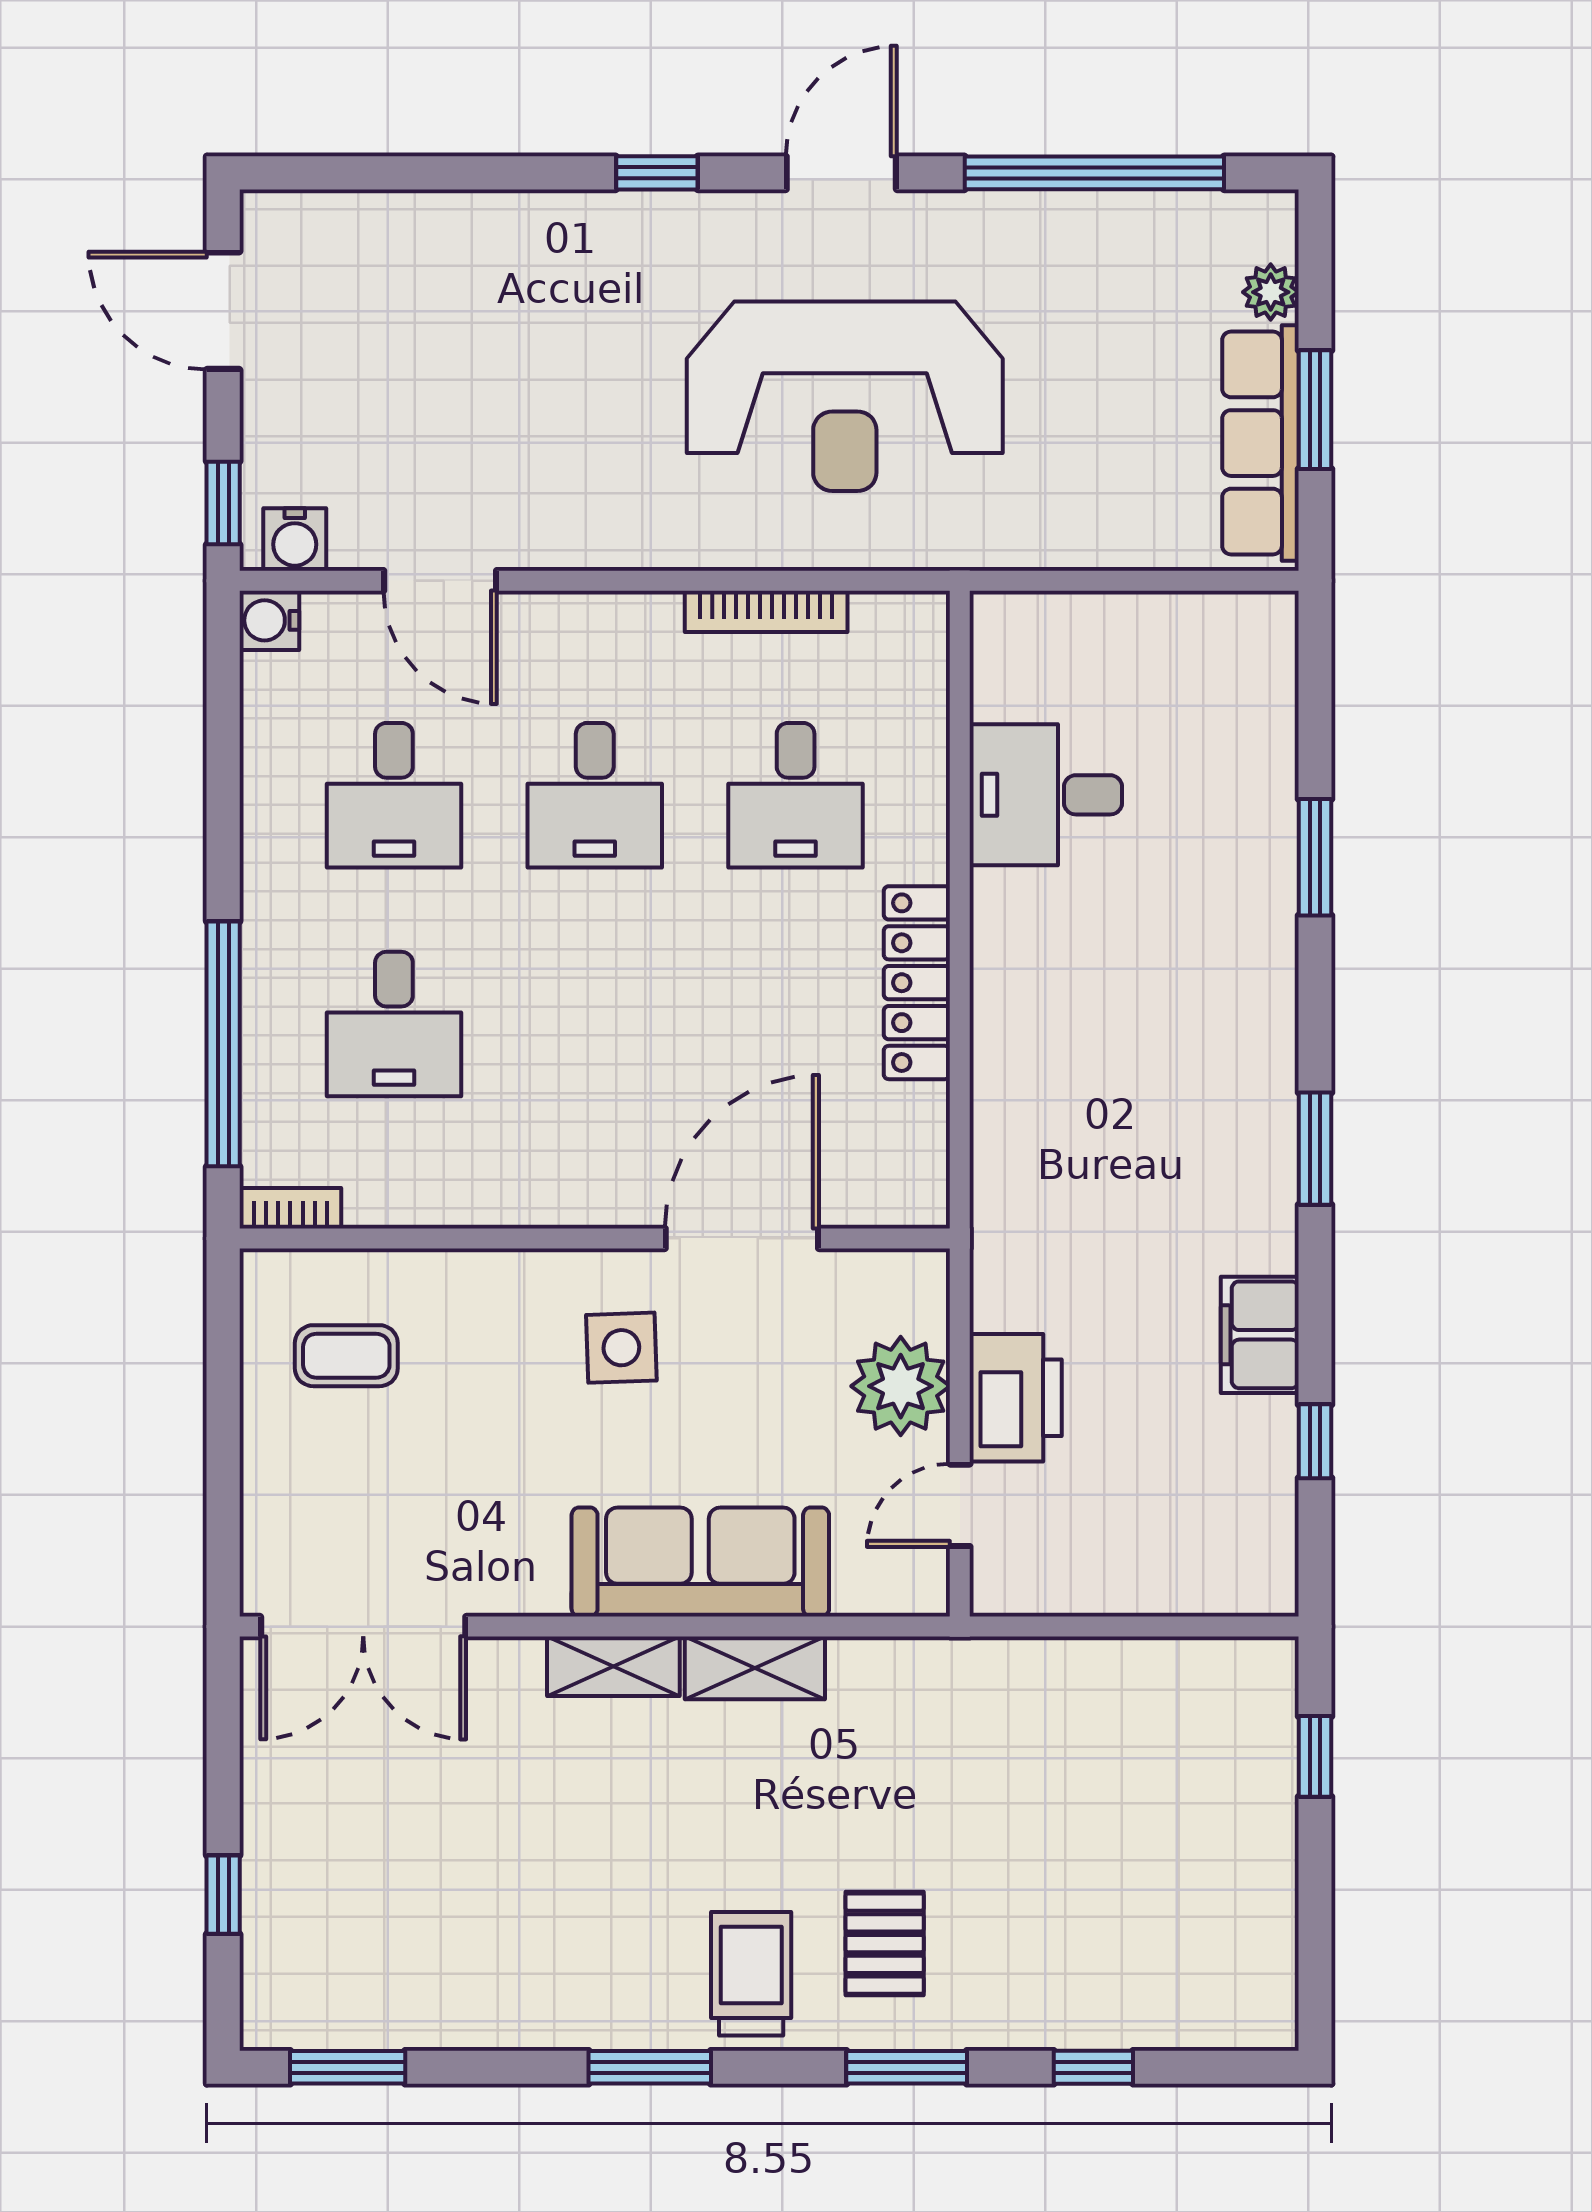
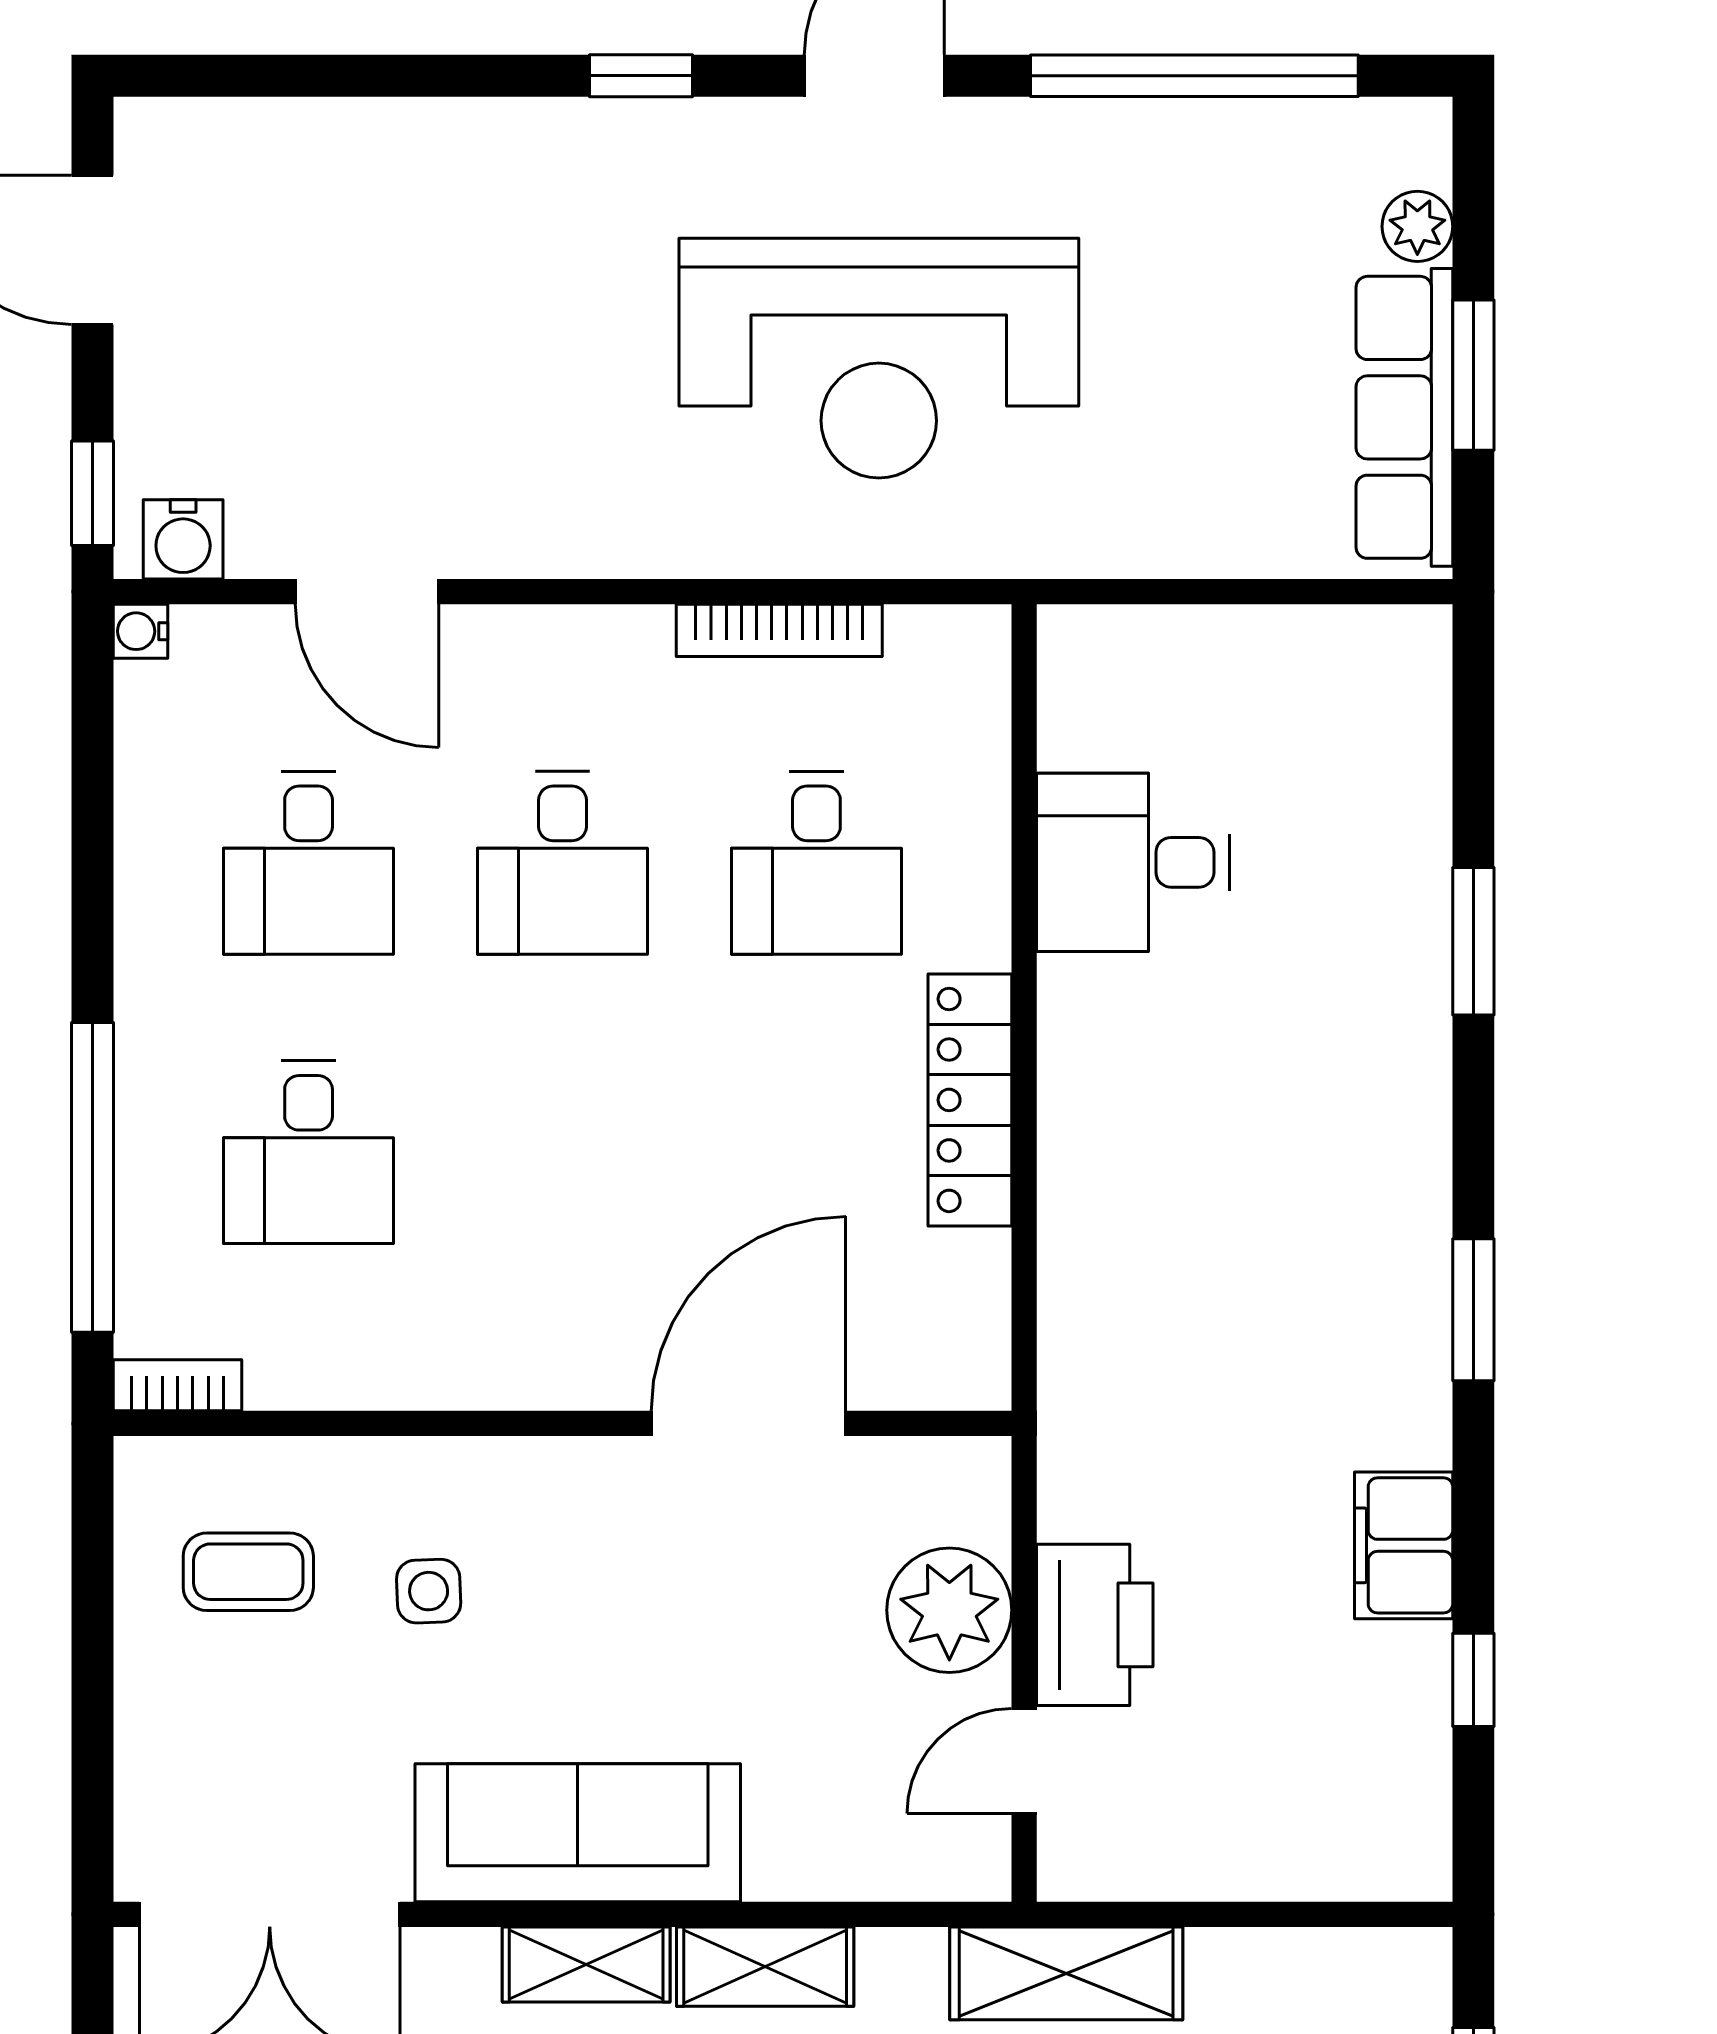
water cooler: (269, 620) -> (140, 631), width x0.72, depth x0.72
side table: (621, 1348) -> (429, 1591), moved, width x0.73, depth x0.73
sofa: (700, 1562) -> (578, 1833), moved
shelving: (993, 1673) -> (1066, 1973), added

